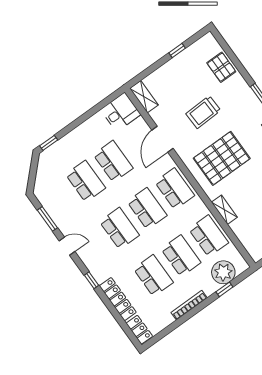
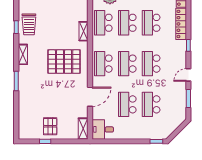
pallet: (221, 67) -> (50, 126), moved
trolley: (203, 112) -> (56, 96), removed
door: (67, 246) -> (188, 75), hinge flipped

